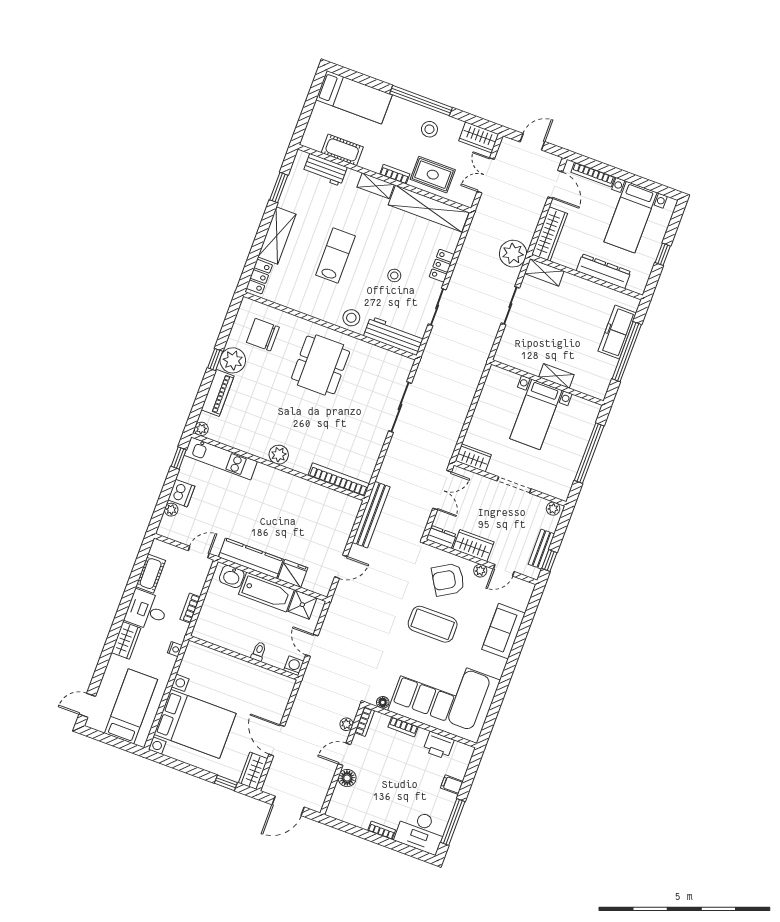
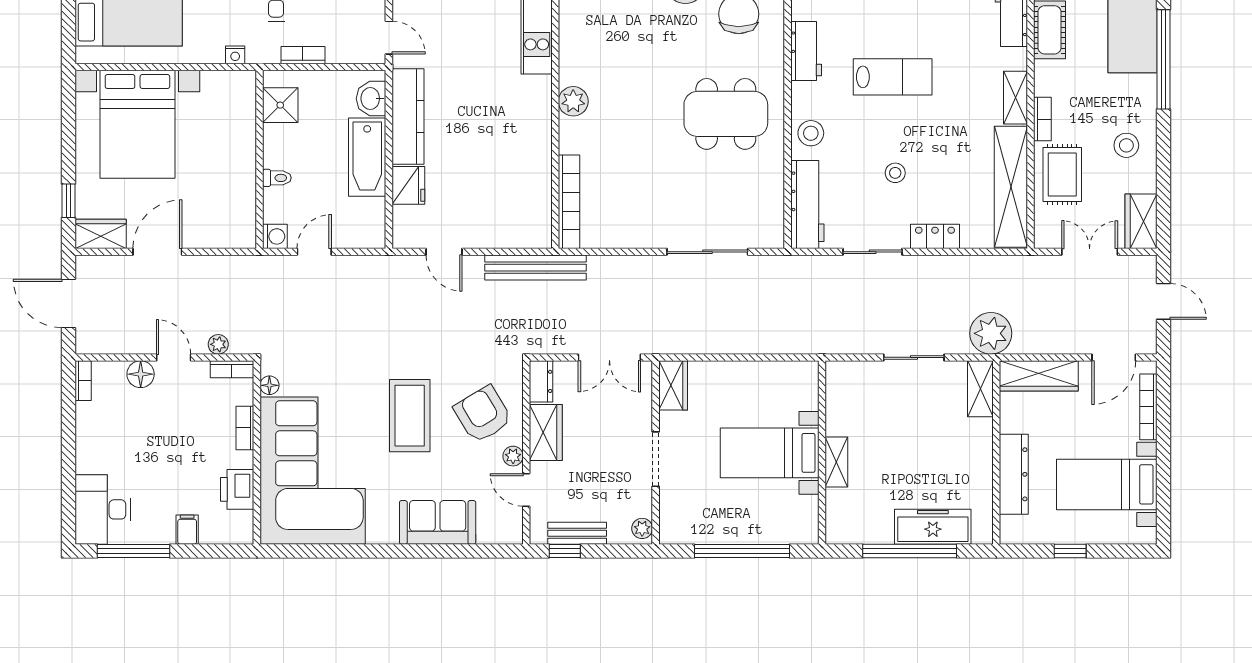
window: (421, 101) -> (1163, 59), moved
workbench: (300, 302) -> (806, 51), added
shower: (302, 605) -> (280, 105), moved
bookcase: (382, 830) -> (83, 381), moved

